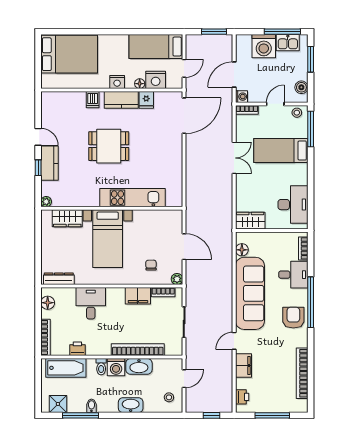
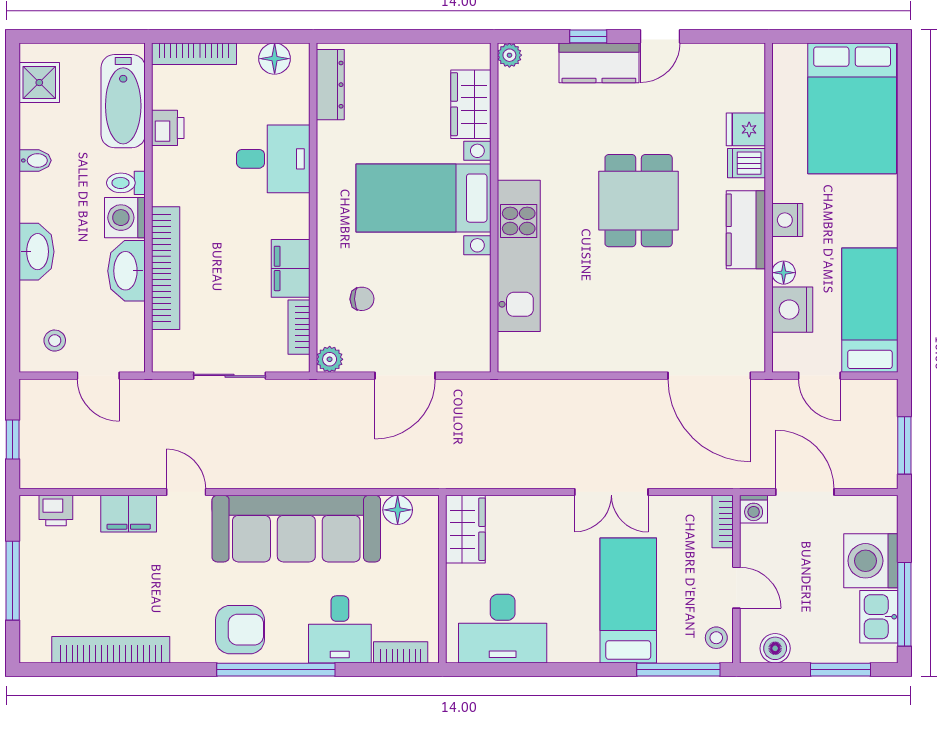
fridge: (146, 100) -> (746, 129), moved
window: (80, 415) -> (13, 135), removed

